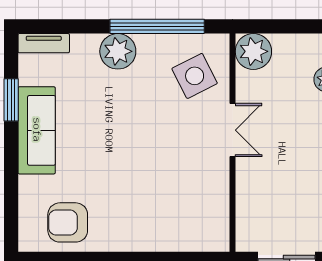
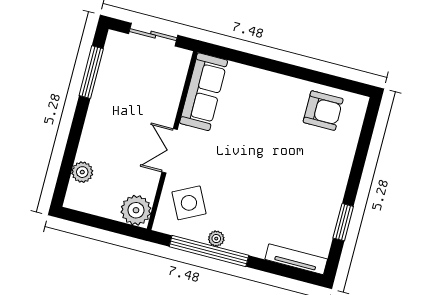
tv unit: (44, 43) -> (296, 259), width x1.41
plant: (118, 51) -> (216, 239), moved, width x0.53, depth x0.53
sofa: (37, 130) -> (204, 92), moved, turned 180

